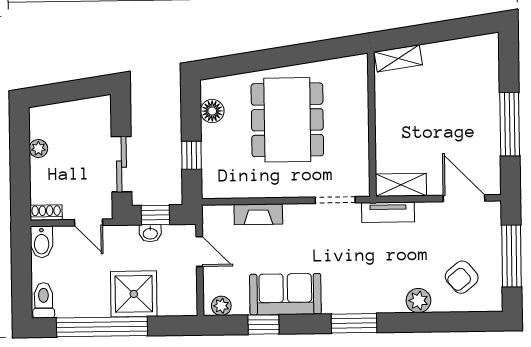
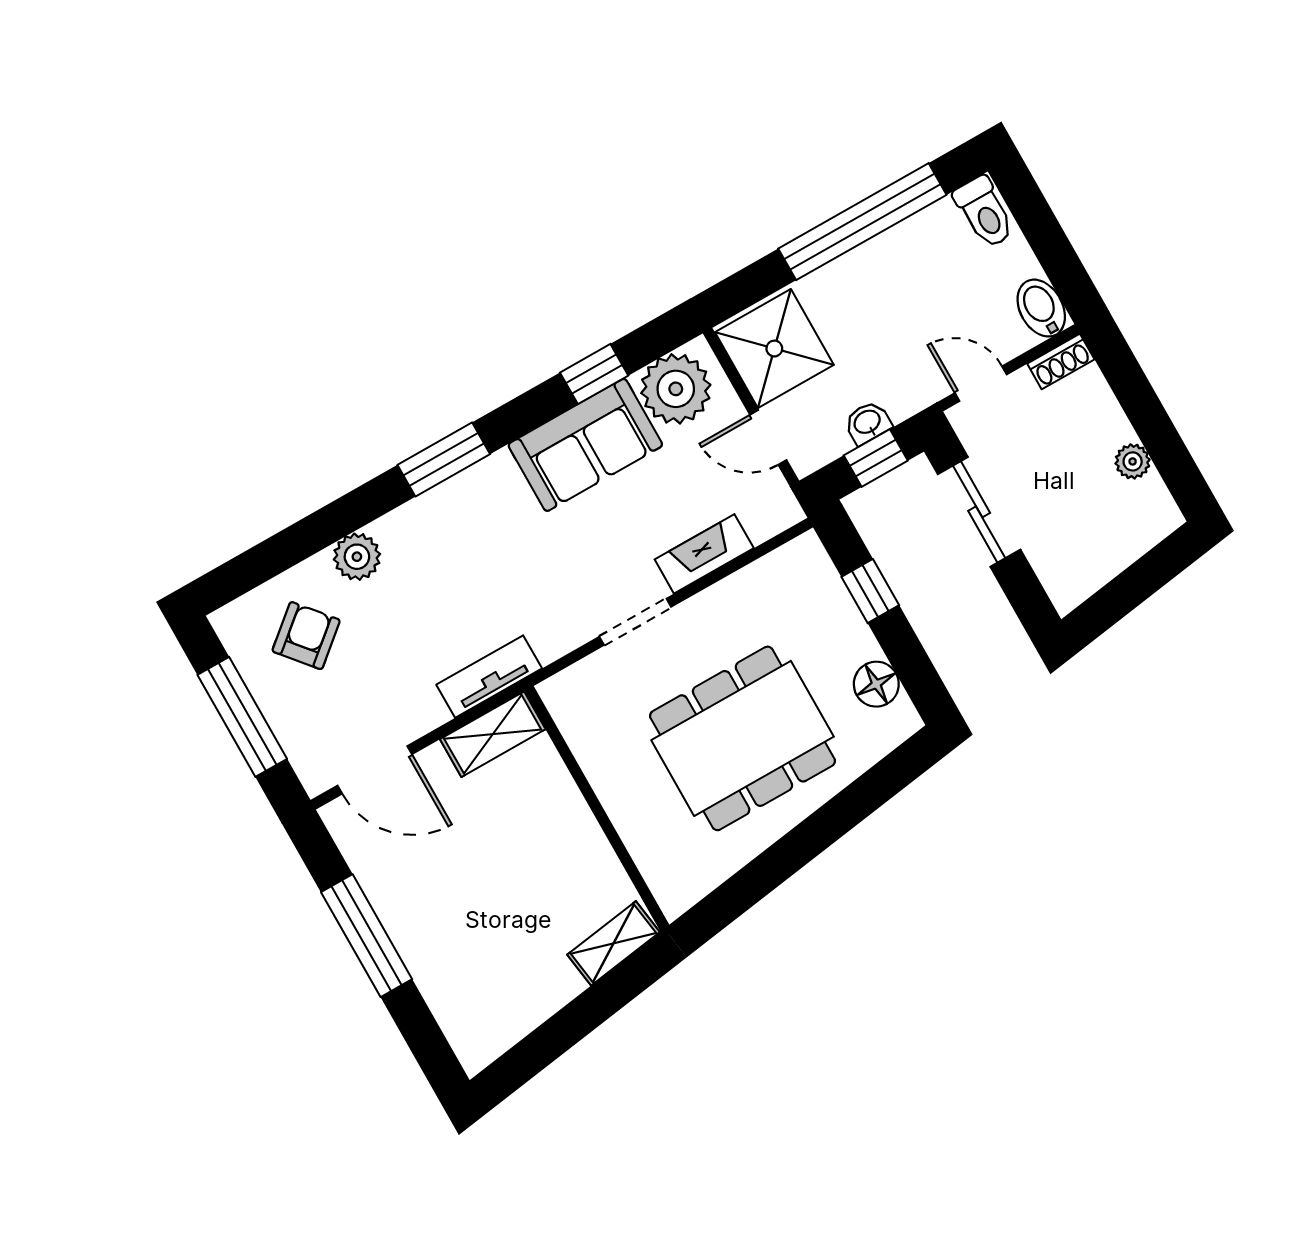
dining table: (287, 120) -> (743, 738), turned 90
doorway: (335, 200) -> (635, 622), moved
shower: (134, 294) -> (774, 349), moved
plant: (221, 306) -> (676, 389), width x1.88, depth x1.88

